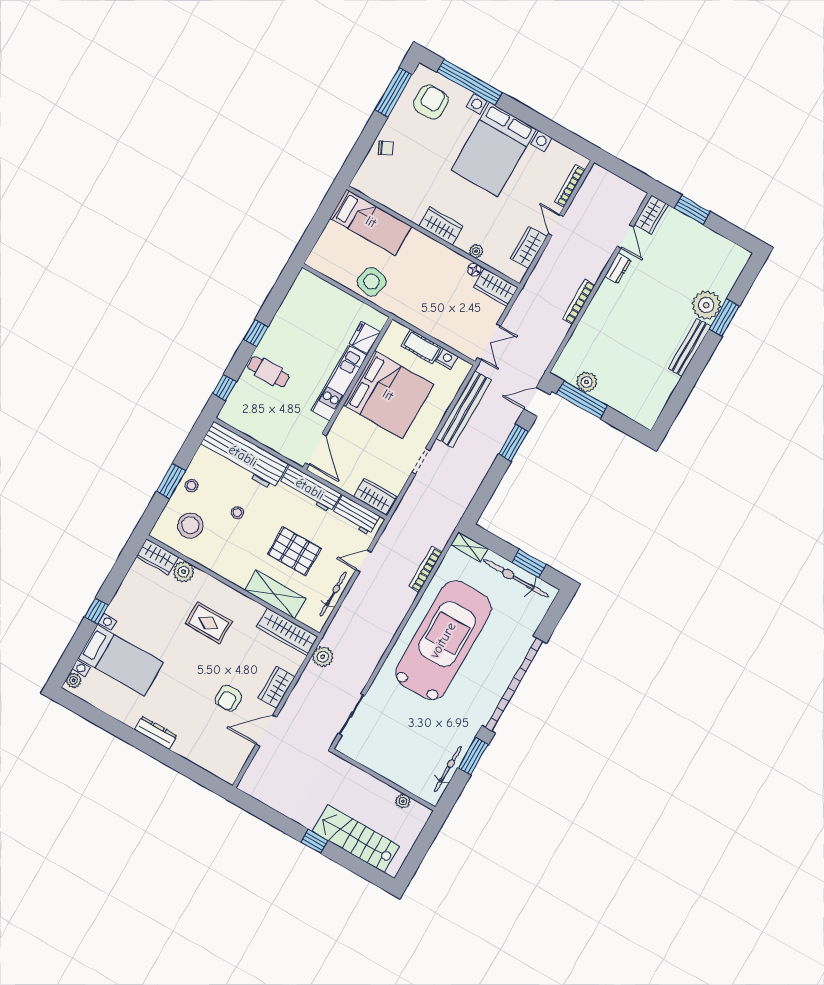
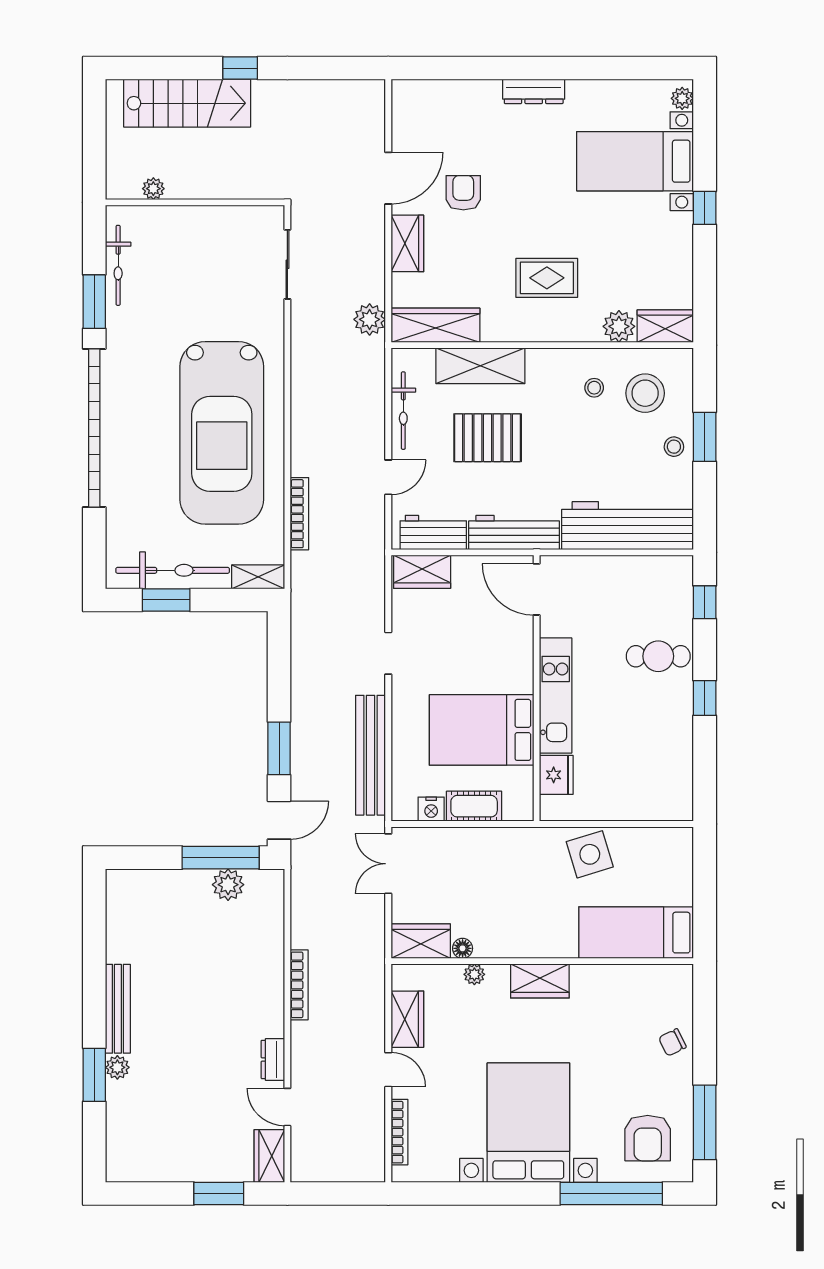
side table: (372, 282) -> (590, 854), turned -32
plant: (706, 305) -> (117, 1067), width x0.53, depth x0.53
bed: (388, 395) -> (482, 730), width x0.73
stool: (237, 513) -> (594, 388), moved

